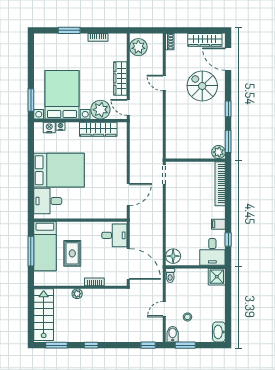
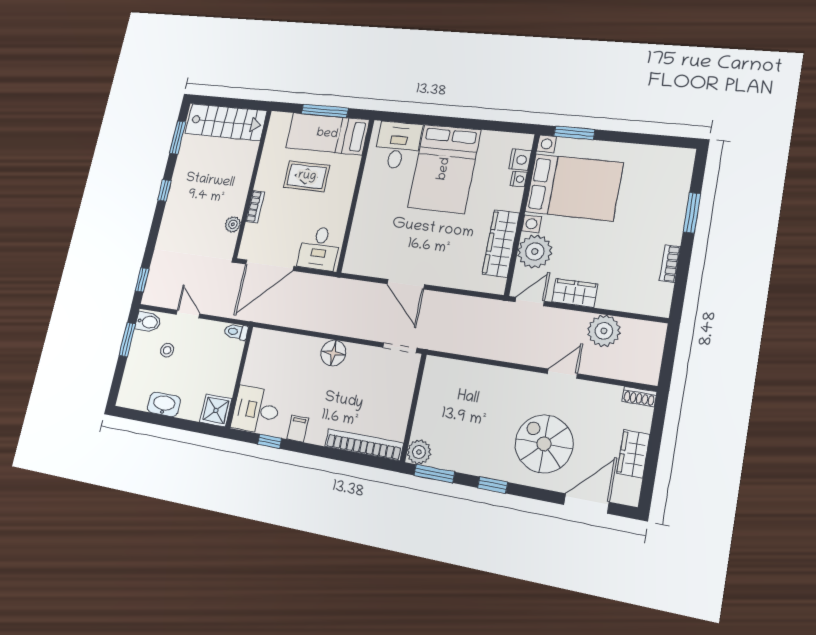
wardrobe: (205, 40) -> (633, 454), width x0.67
plant: (138, 47) -> (604, 331), moved
wardrobe: (120, 78) -> (575, 293), width x0.67
spiral stairs: (202, 86) -> (544, 444), turned -90
door: (128, 195) -> (406, 284), moved
floor lamp: (173, 256) -> (333, 353), moved
plant: (77, 294) -> (233, 224), moved
washbasin: (219, 332) -> (164, 404), moved

